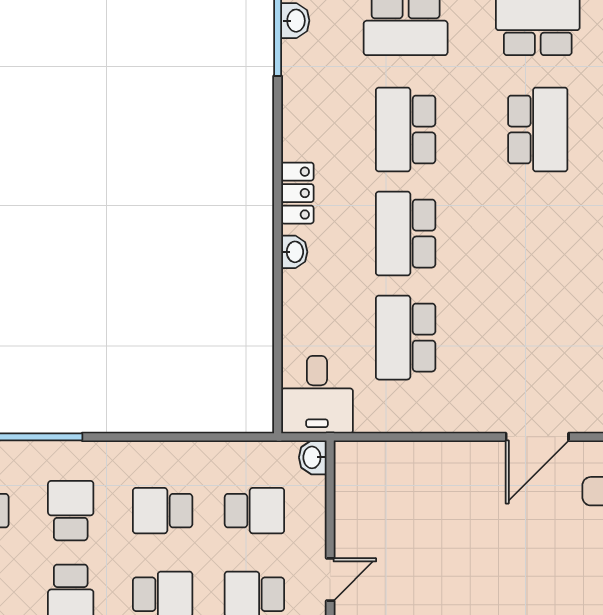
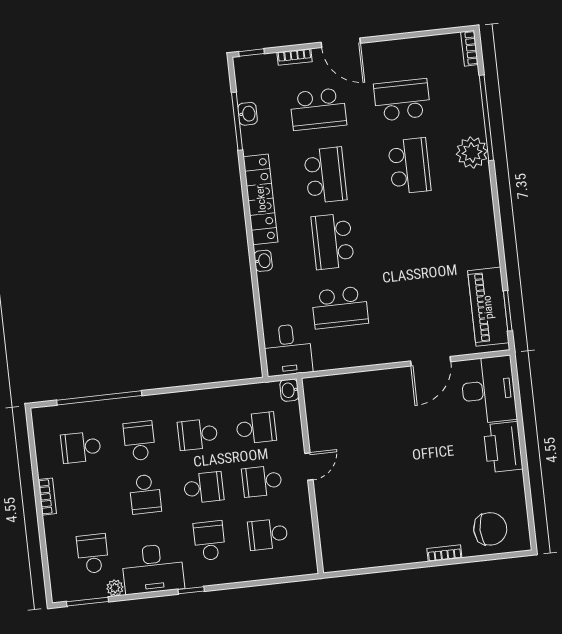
school desk: (406, 129) -> (325, 175), turned 180
locker: (297, 193) -> (261, 199), width x2.16, depth x1.21
school desk: (406, 338) -> (340, 307), turned -90

